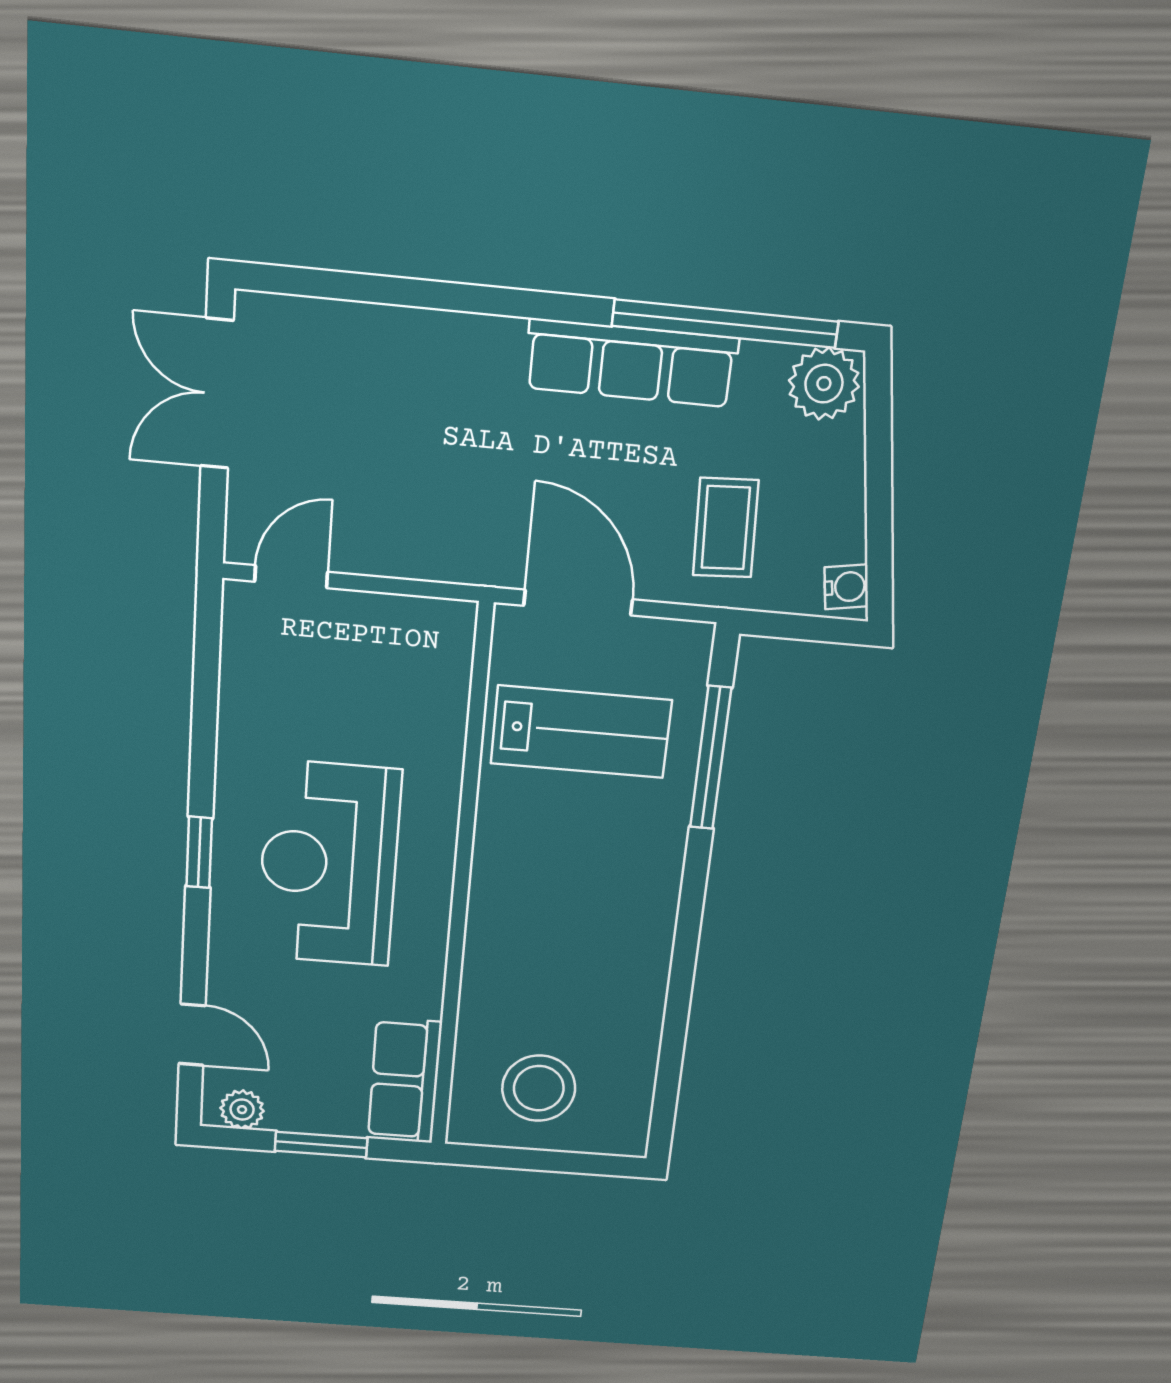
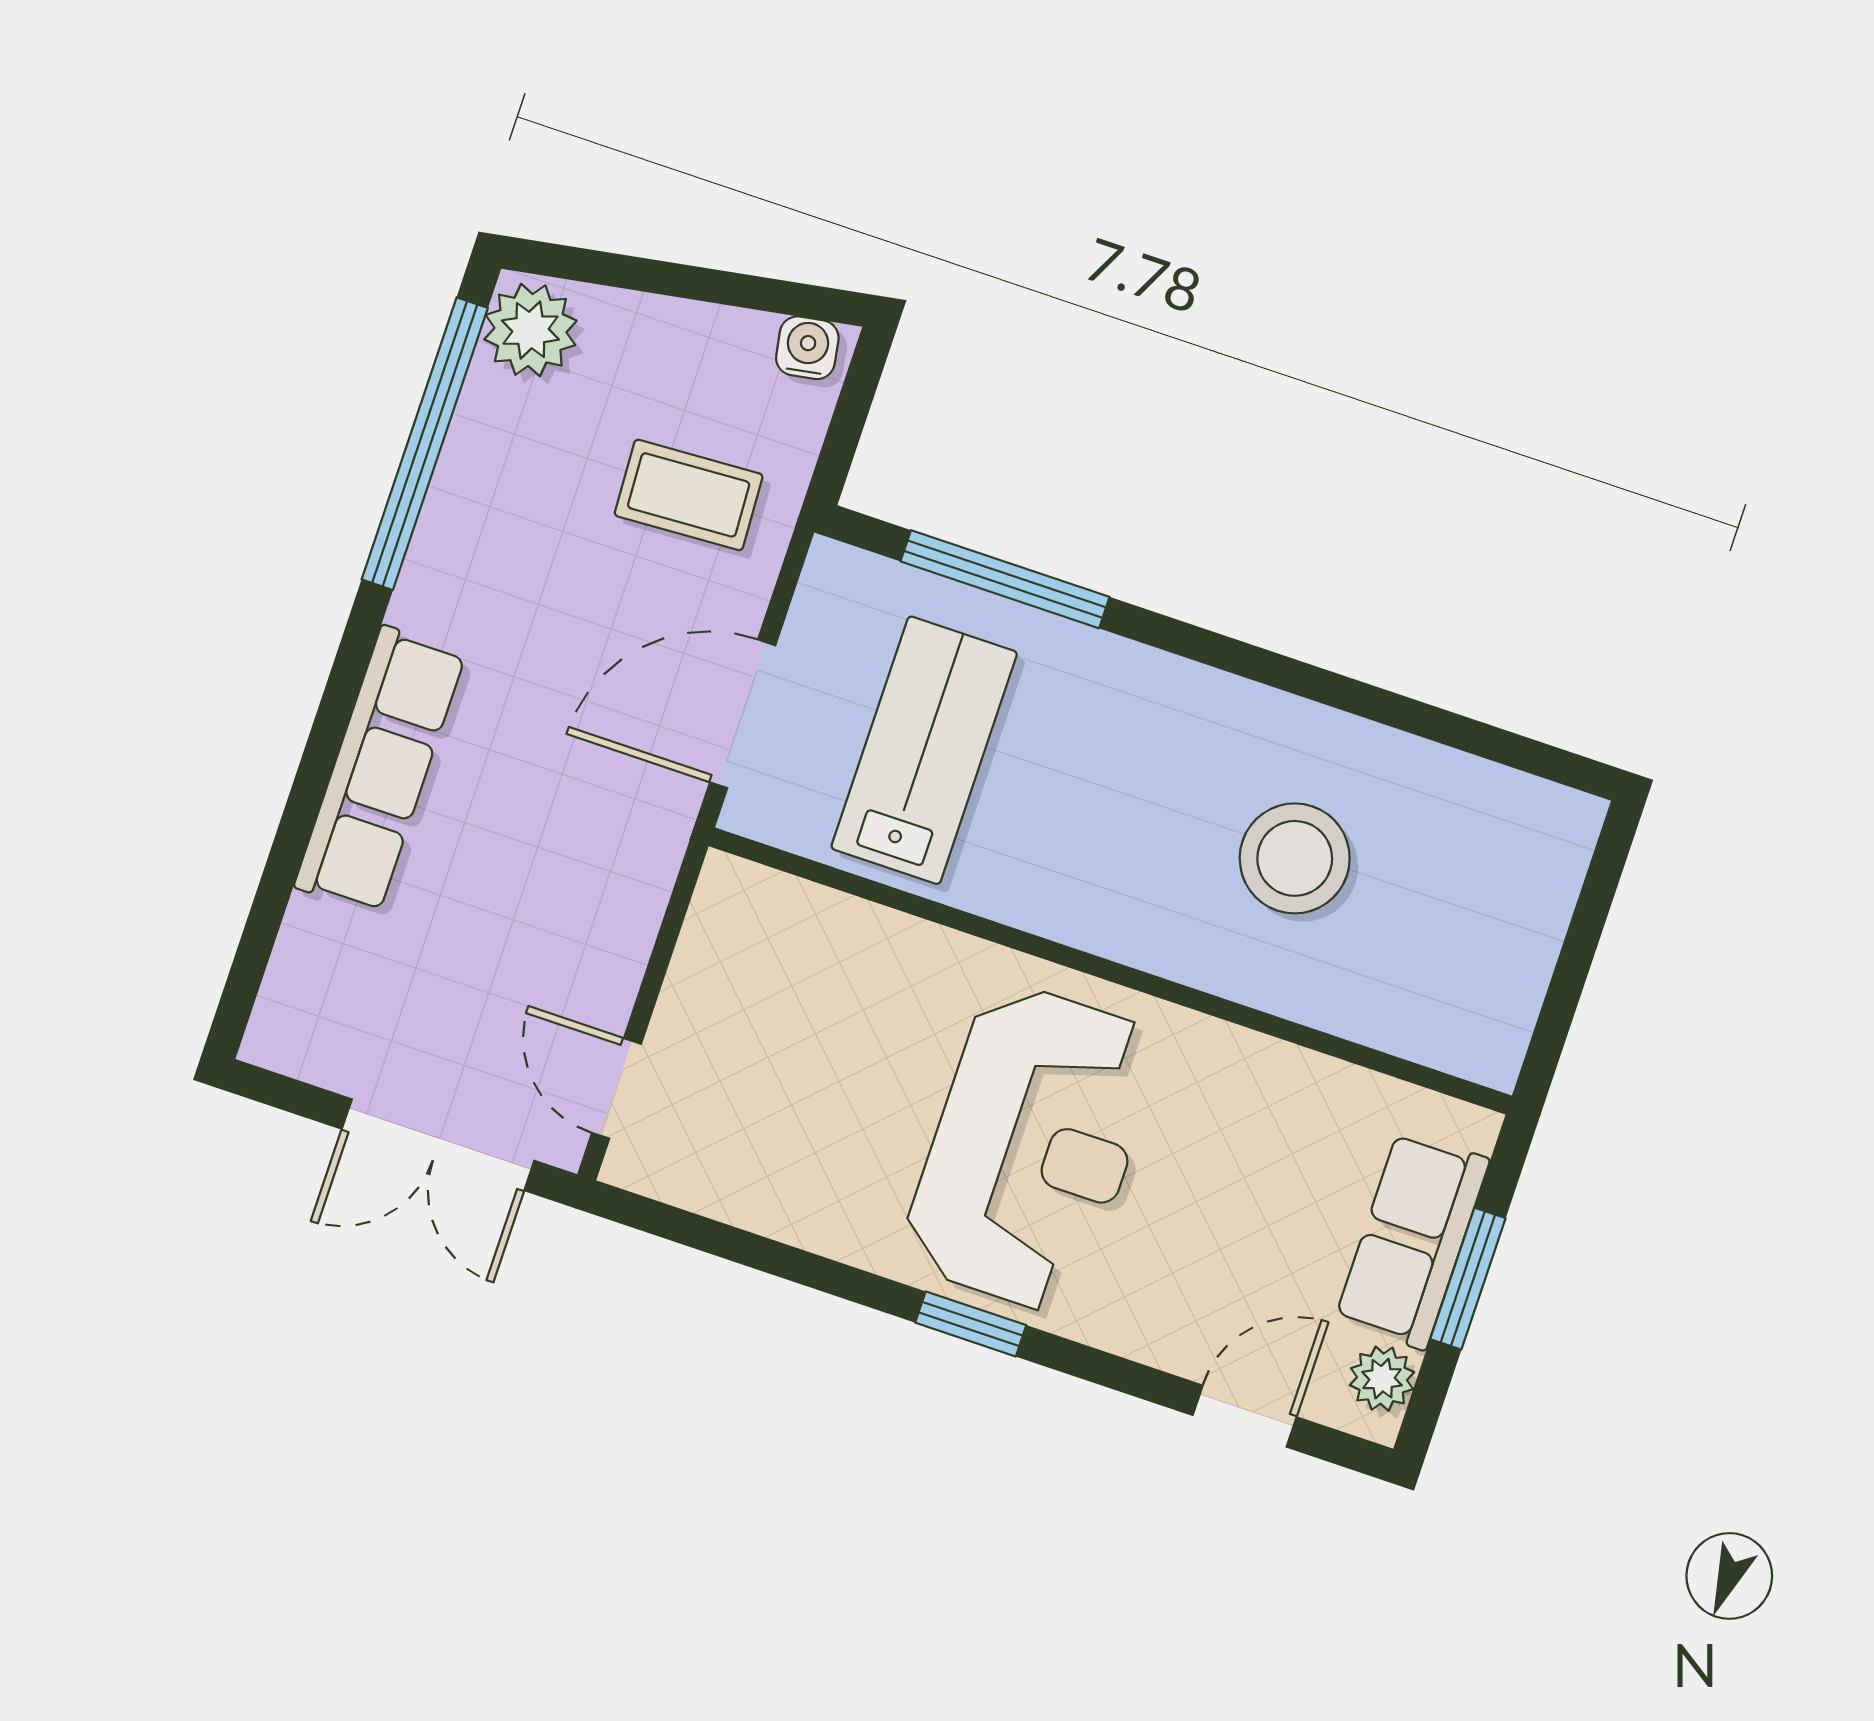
row of seats: (631, 363) -> (380, 770), moved
double door: (217, 394) -> (438, 1145), moved
reception desk: (329, 864) -> (1032, 1148), turned -90
row of seats: (405, 1081) -> (1412, 1240), moved, turned 90
stool: (539, 1088) -> (1295, 858), moved

